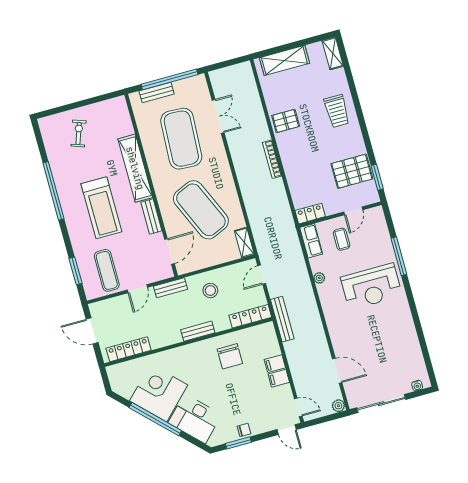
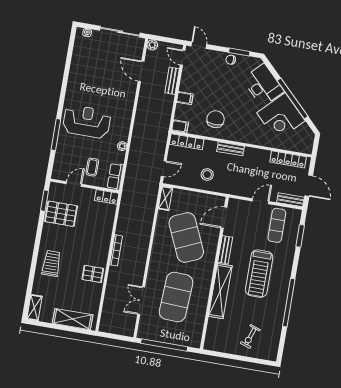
bench: (157, 93) -> (178, 340), removed
treadmill: (101, 208) -> (259, 274), turned 180
bench: (170, 288) -> (290, 200), moved
bench: (282, 319) -> (172, 81), moved, width x0.73
filing cabinet: (279, 378) -> (180, 126), moved

